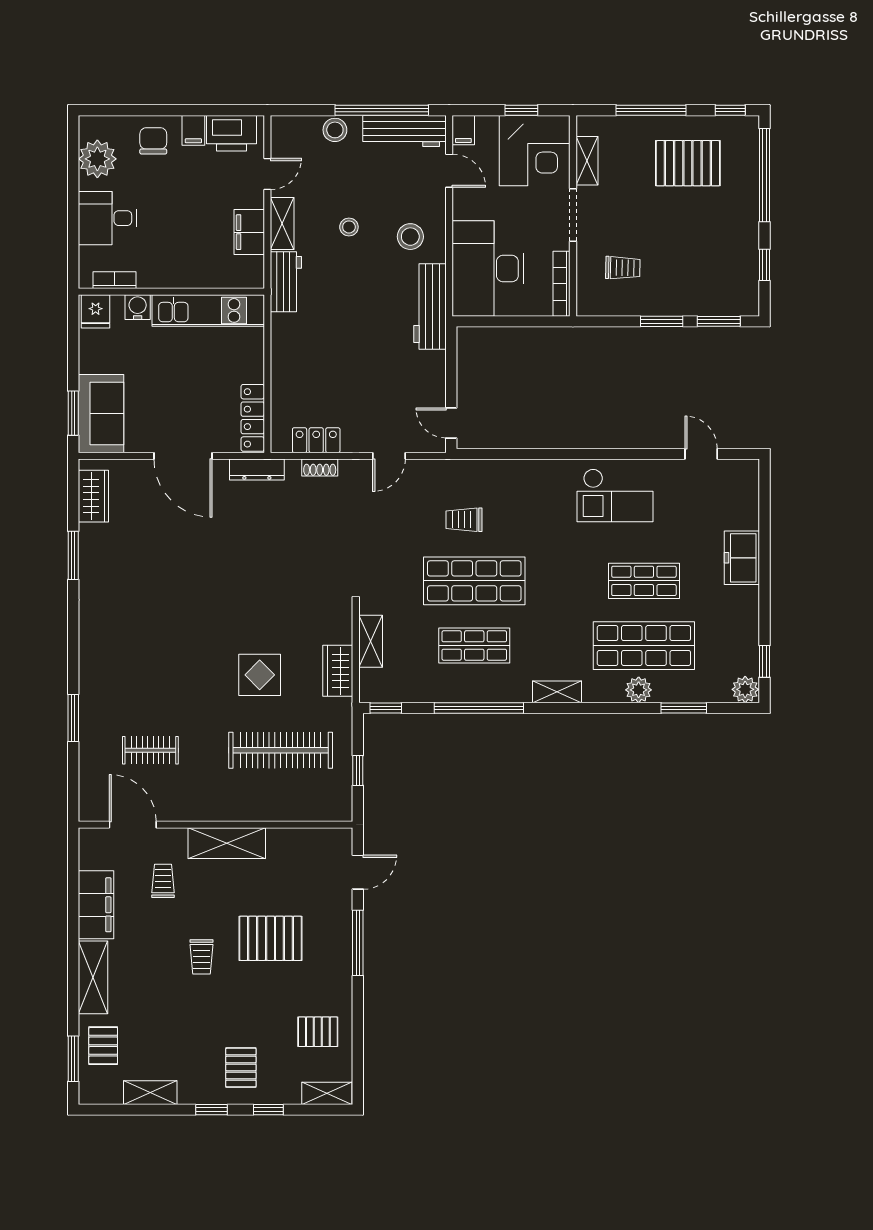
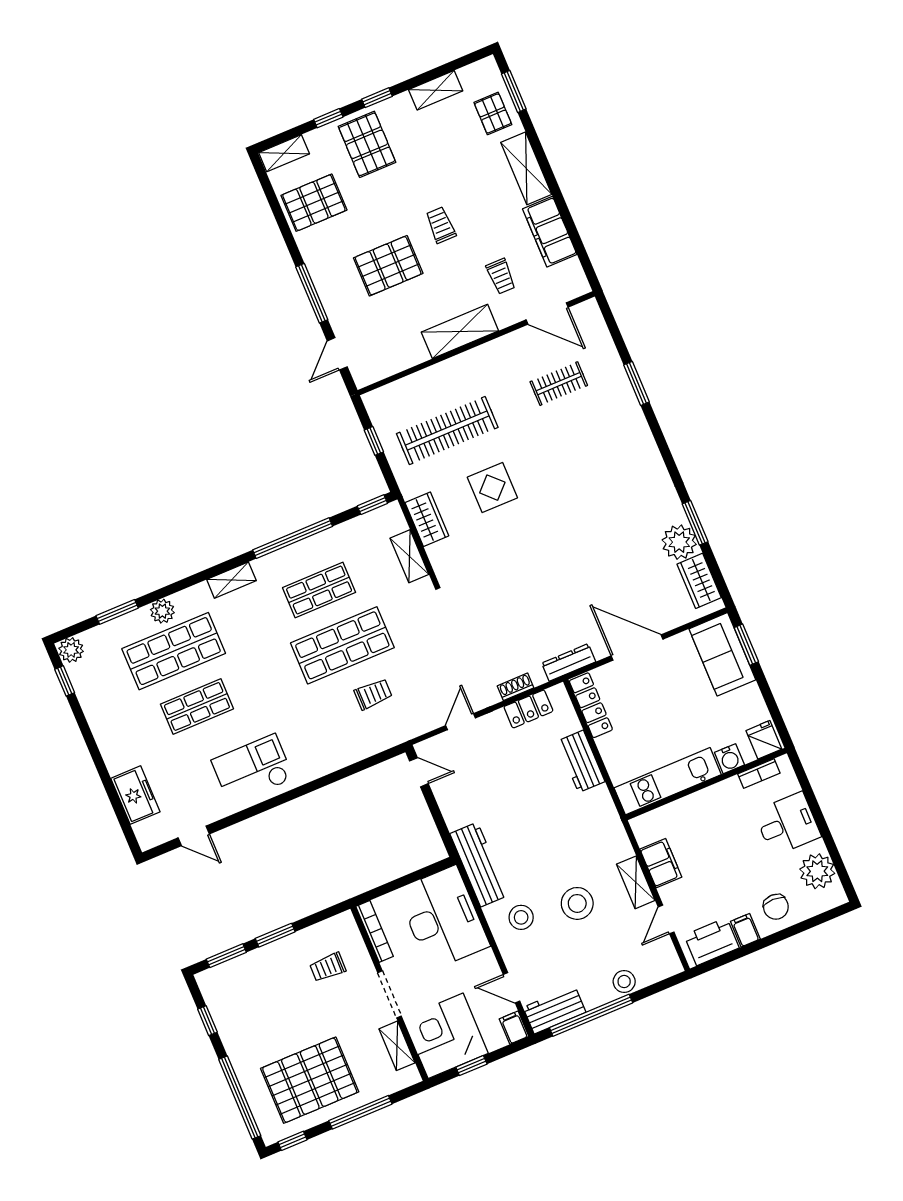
workbench: (404, 131) -> (554, 1010), width x0.73
pallet: (688, 163) -> (310, 1080), width x1.37, depth x1.41
stool: (349, 227) -> (577, 903), width x1.89, depth x1.89
workbench: (286, 282) -> (581, 761), moved
plant: (97, 543) -> (679, 542), added
freezer: (742, 558) -> (135, 795), moved
pallet: (318, 1032) -> (314, 203), width x1.50, depth x1.42
pallet: (241, 1068) -> (367, 144), width x1.50, depth x1.42

